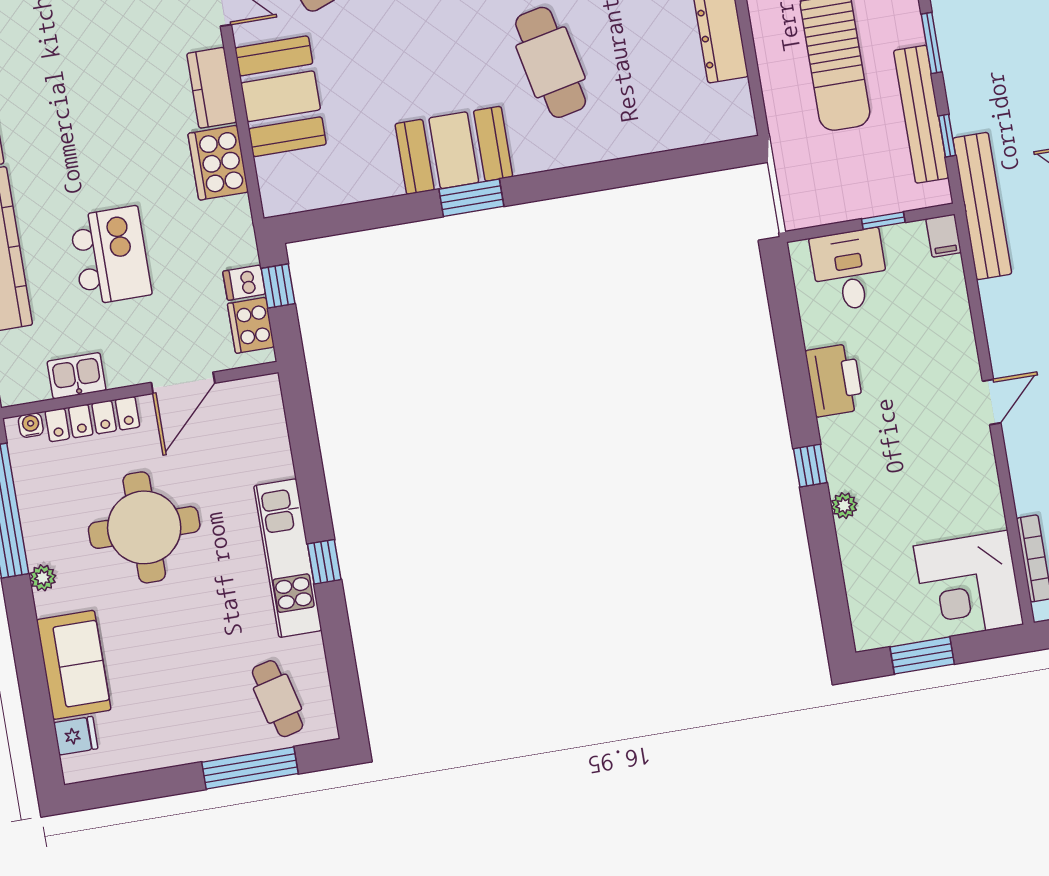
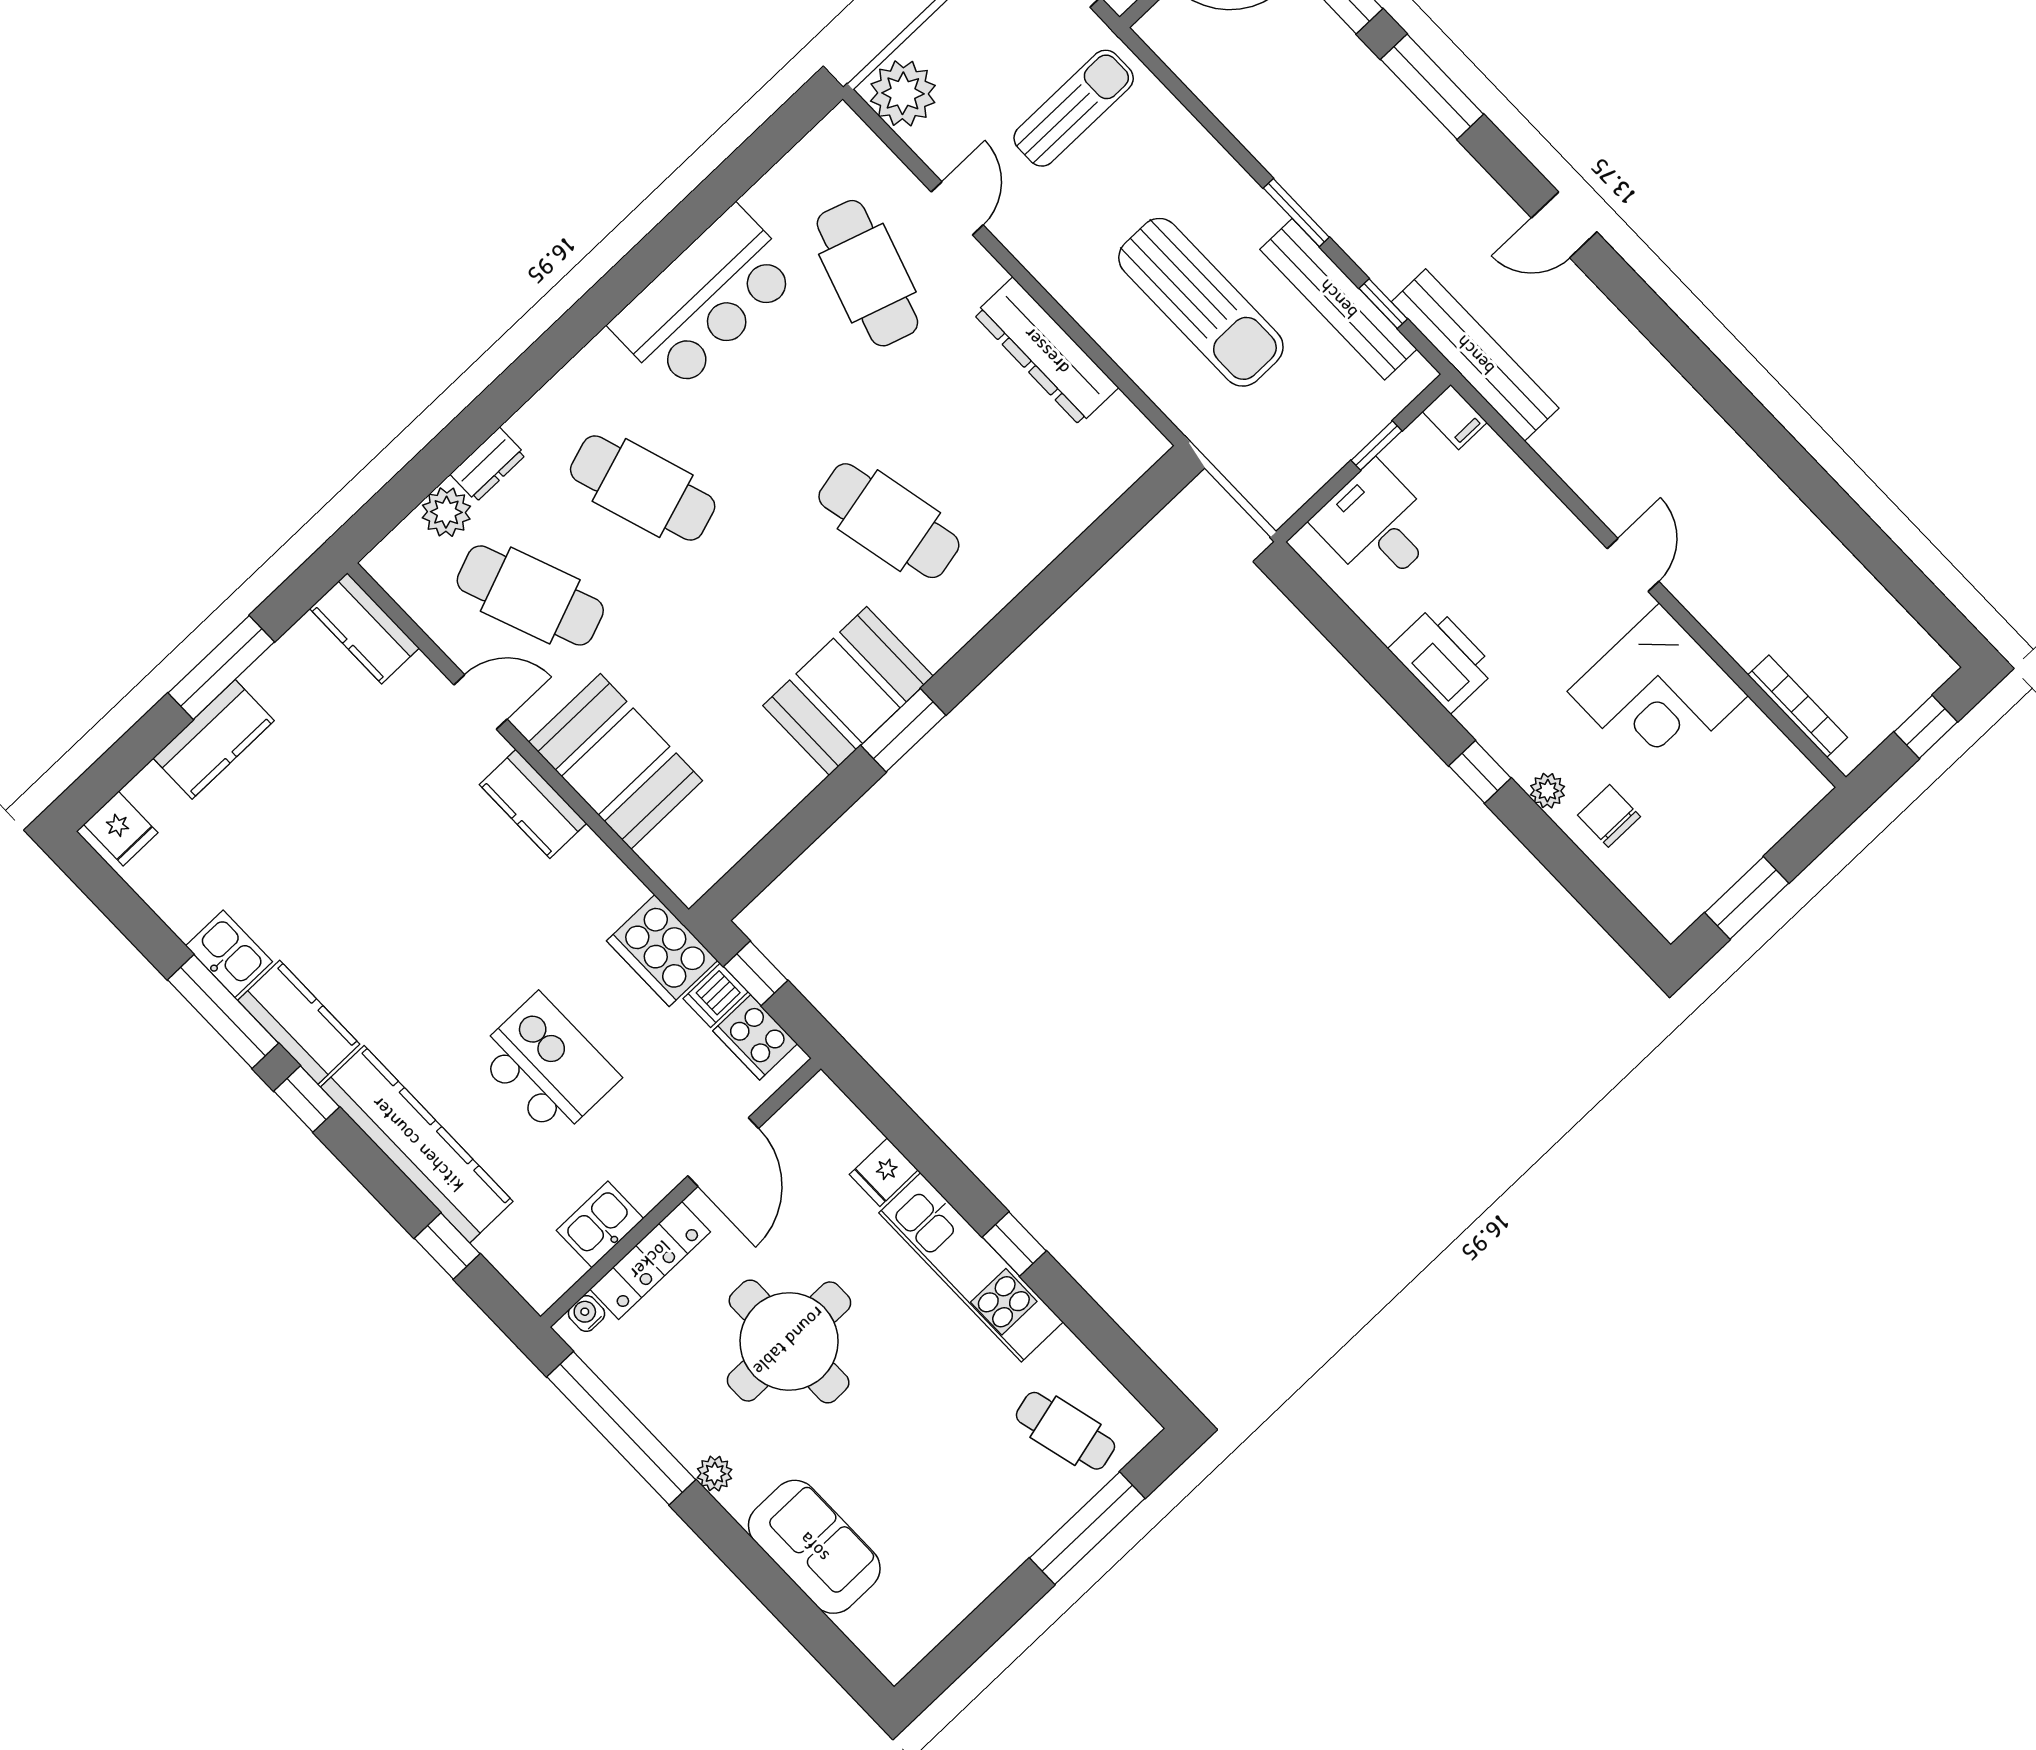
cooker: (218, 163) -> (662, 951), moved
chair: (871, 547) -> (1609, 816), added
corner desk: (968, 585) -> (1658, 694), moved
fridge: (76, 736) -> (884, 1172), moved, turned 180

